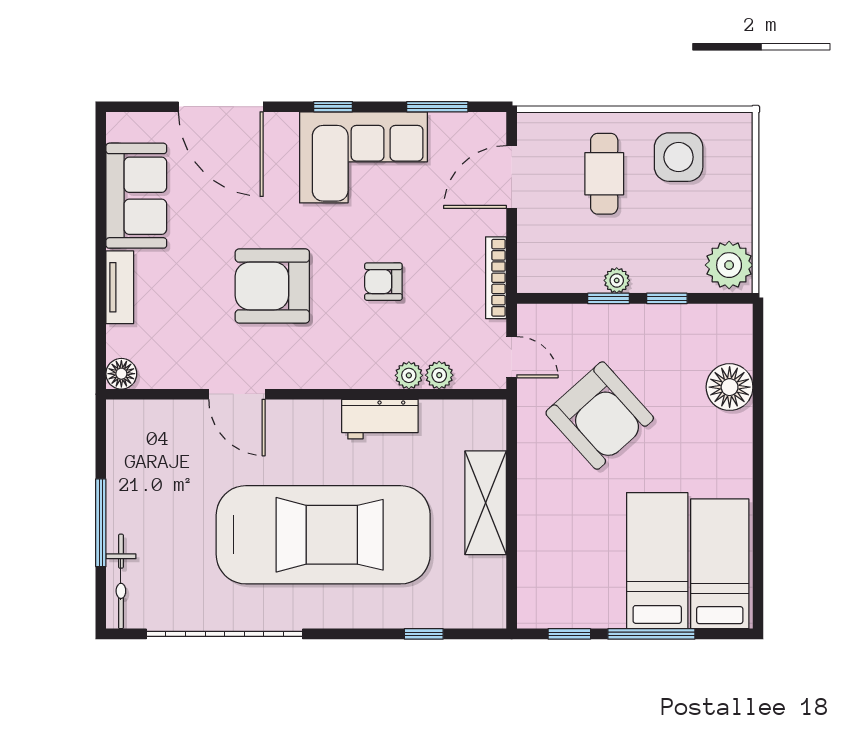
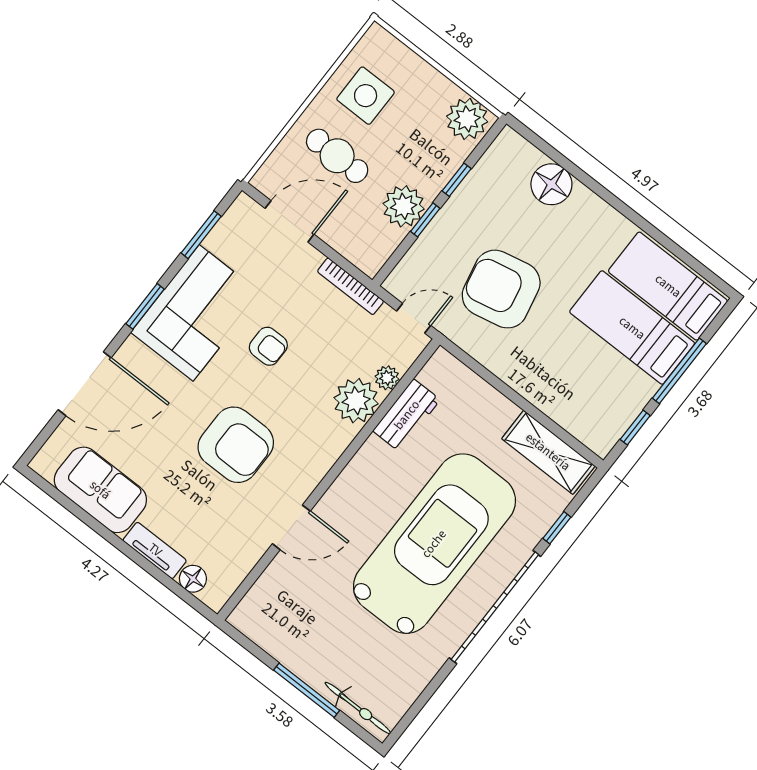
window: (333, 107) -> (145, 306), width x1.50
door: (512, 177) -> (290, 221), swing flipped
plant: (617, 280) -> (404, 206), width x1.88, depth x1.88
armchair: (383, 282) -> (268, 346), moved, turned -90
armchair: (272, 286) -> (236, 445), turned -90
floor lamp: (121, 374) -> (193, 579), moved
plant: (409, 375) -> (356, 401), width x1.88, depth x1.88
armchair: (600, 416) -> (501, 289), turned -150
workbench: (380, 419) -> (407, 415), moved
shelving: (486, 503) -> (548, 452), moved
garage door: (225, 634) -> (495, 607), moved

